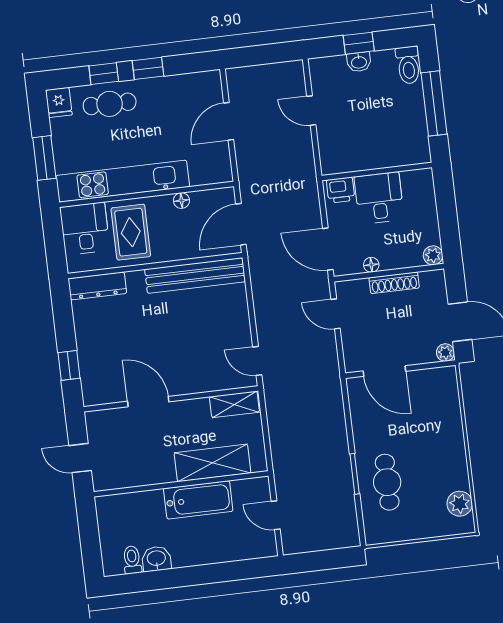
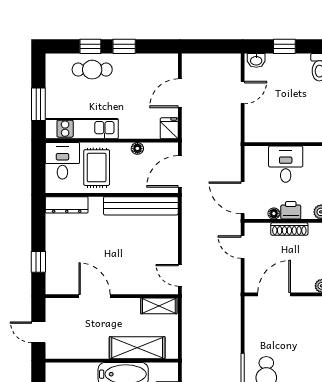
washbasin: (359, 62) -> (256, 60), moved
fridge: (59, 102) -> (169, 128), moved, turned 180
door: (311, 111) -> (243, 93), swing flipped
kitchen unit: (123, 181) -> (82, 129), width x0.73
printer: (341, 190) -> (291, 210), moved, turned 180
door: (384, 371) -> (274, 294), swing flipped

